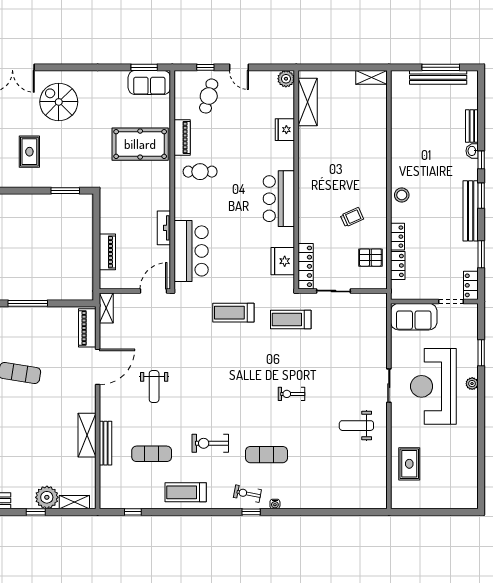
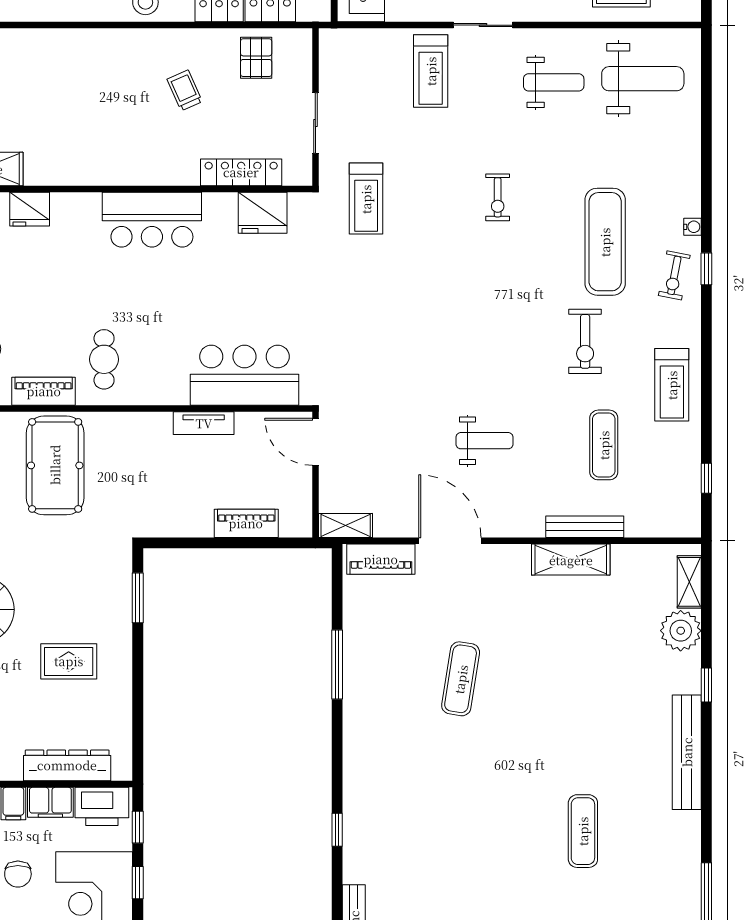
locker: (306, 266) -> (241, 172), moved
treadmill: (233, 313) -> (431, 71), moved
weight bench: (356, 426) -> (554, 82), turned -90
exercise mat: (266, 455) -> (605, 242), width x1.36, depth x1.45
weight bench: (359, 476) -> (643, 79), added
window: (36, 512) -> (706, 685), moved

